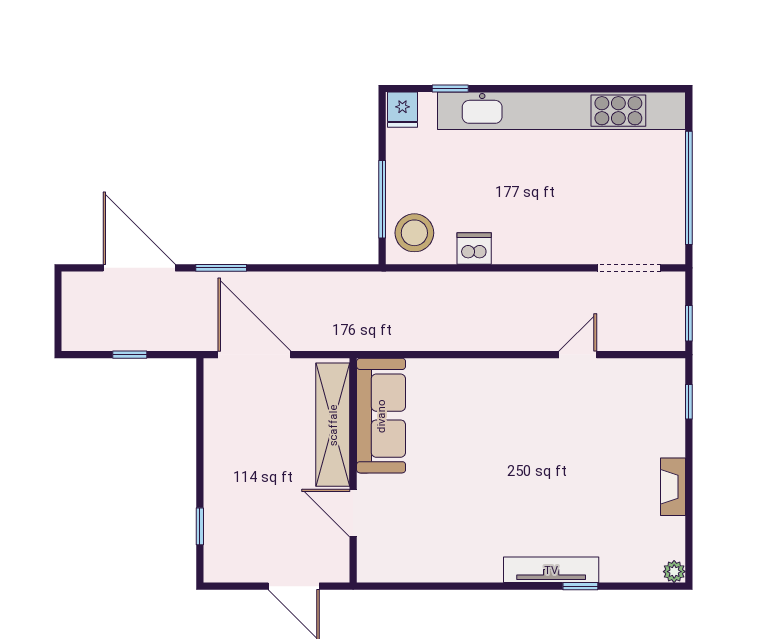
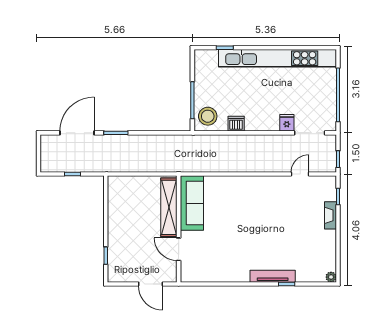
fridge: (402, 110) -> (287, 123), moved, turned 180
door: (139, 268) -> (77, 133), hinge flipped
door: (254, 355) -> (132, 174), removed
door: (578, 355) -> (300, 174), moved
fireplace: (673, 487) -> (330, 215), moved

